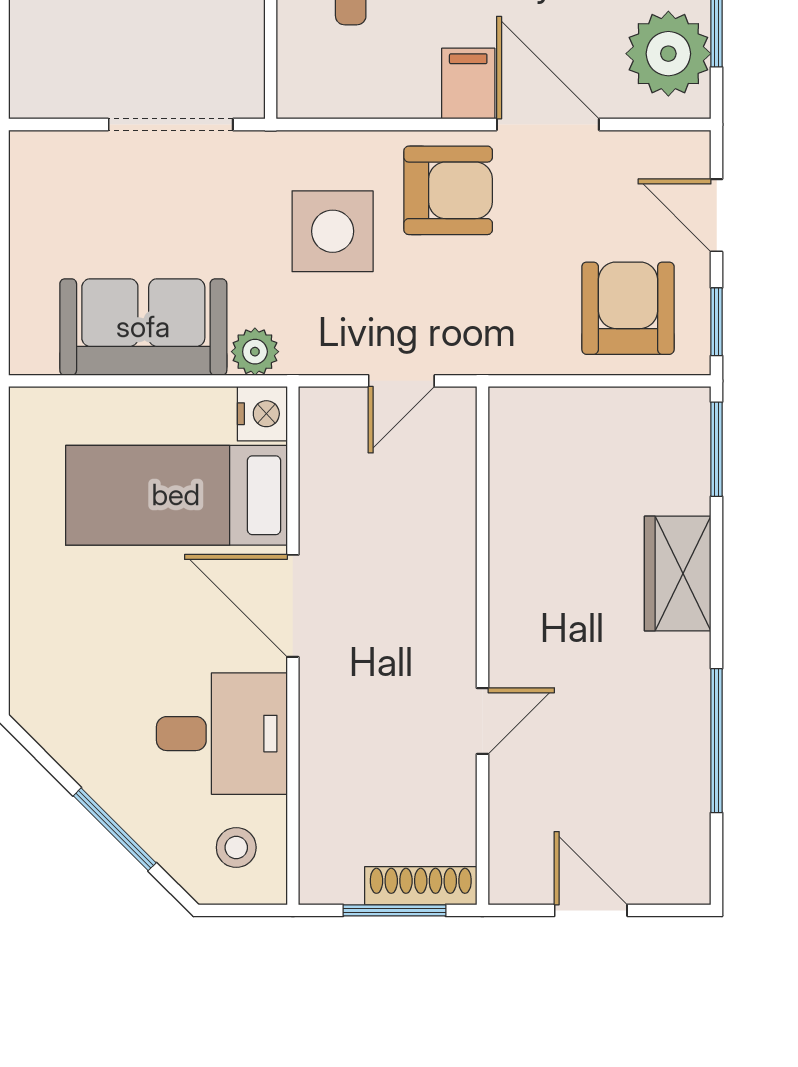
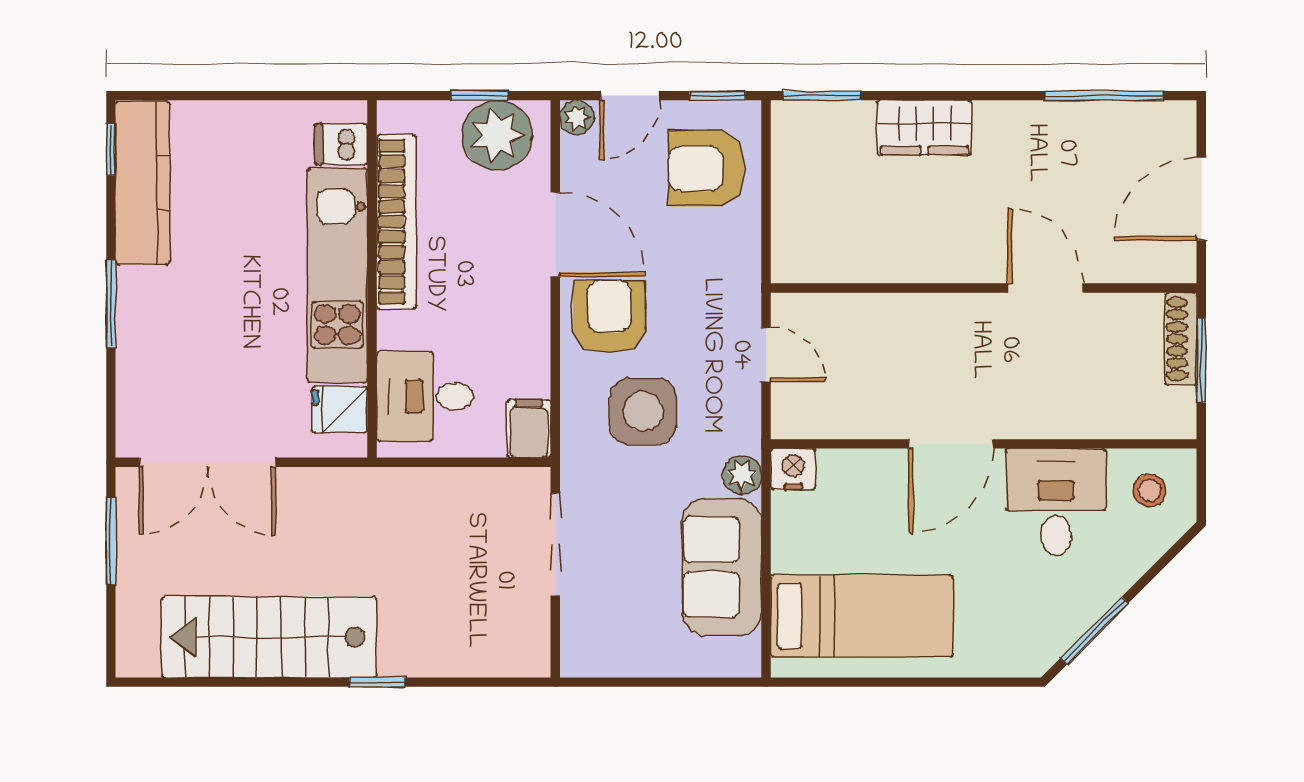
filing cabinet: (468, 84) -> (529, 428), moved, turned 90
door: (548, 125) -> (555, 234), swing flipped
plant: (690, 151) -> (577, 117), added
bed: (176, 495) -> (862, 616), moved, turned -90
door: (482, 721) -> (1046, 288), width x1.38
window: (717, 741) -> (1105, 96), moved
window: (115, 829) -> (1094, 631), moved
door: (591, 910) -> (1201, 199), width x1.37

